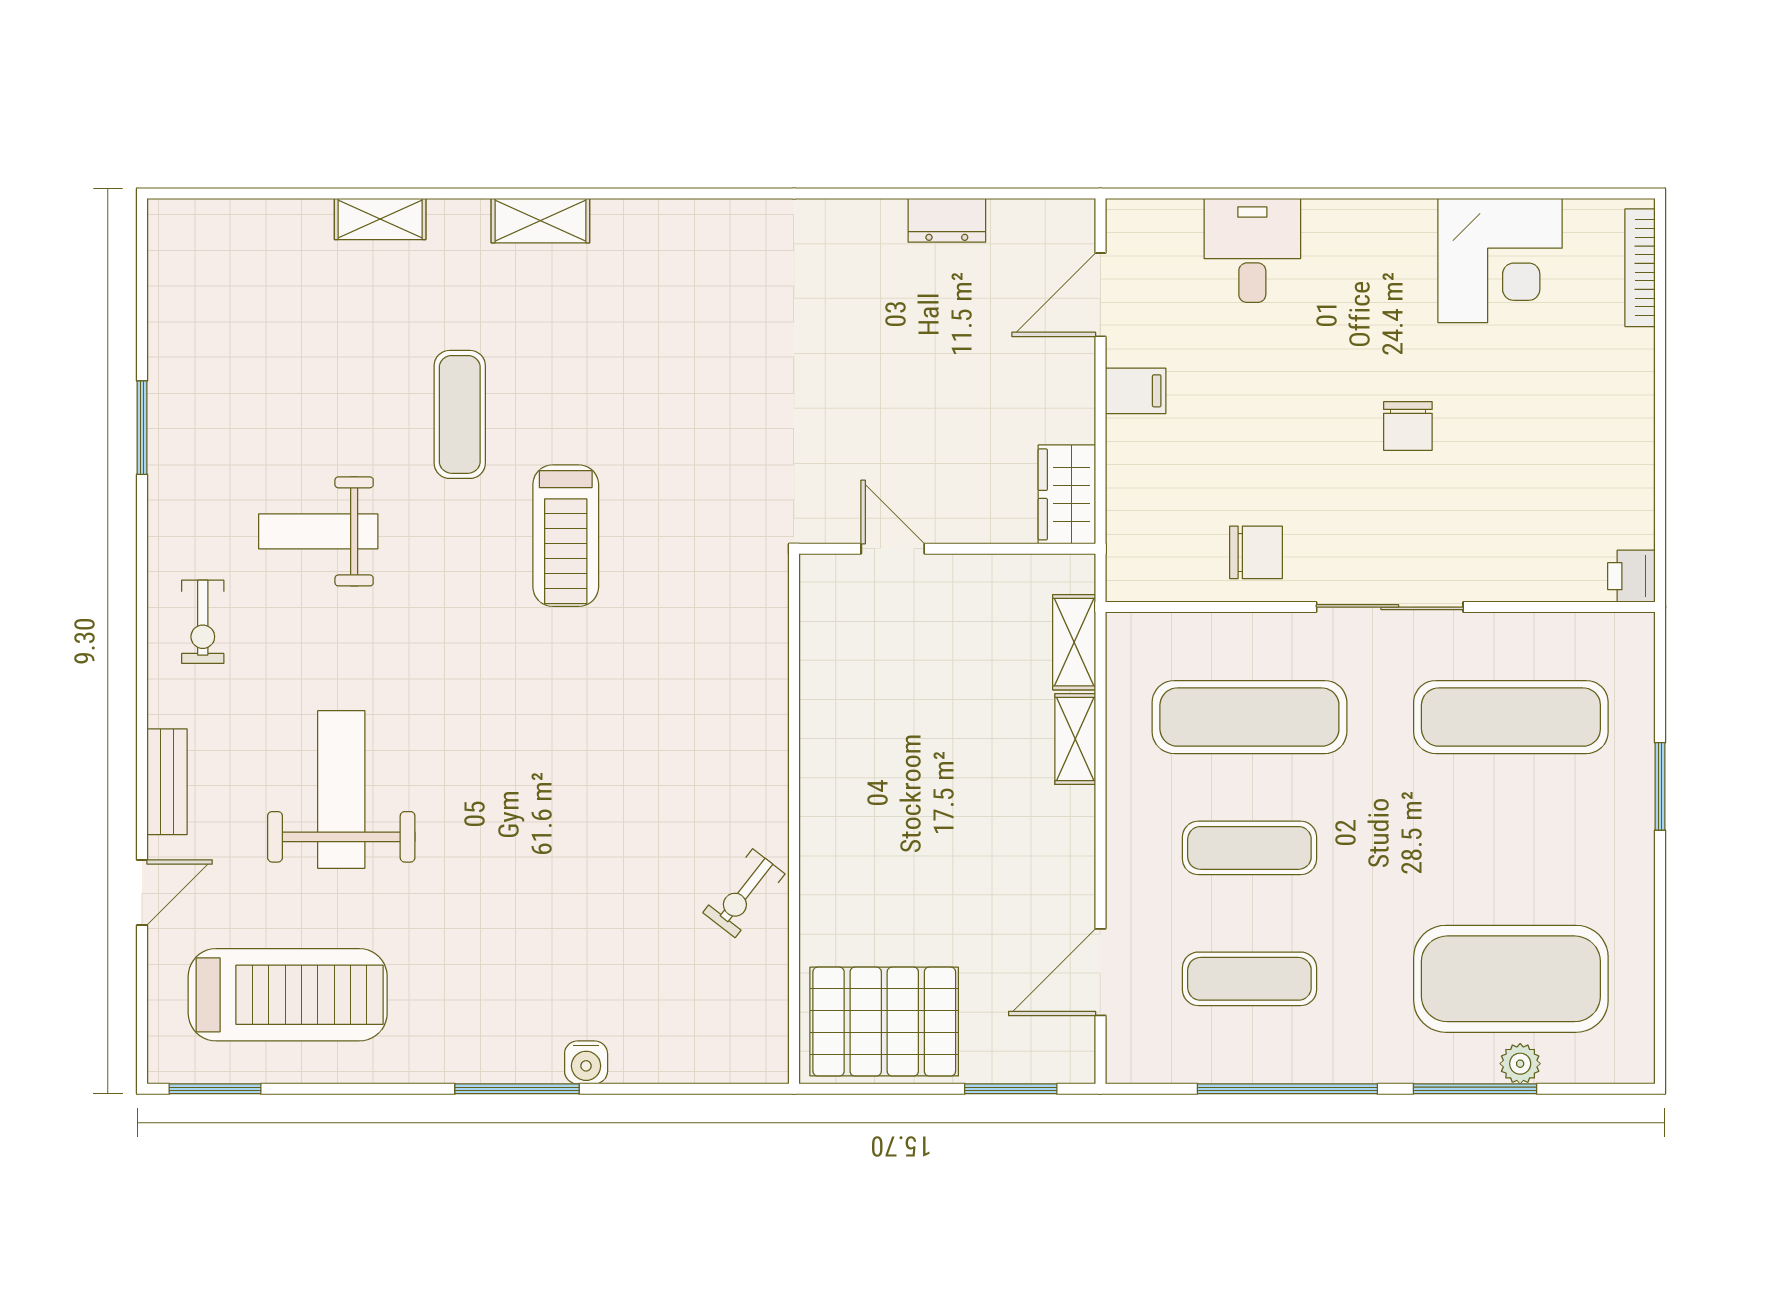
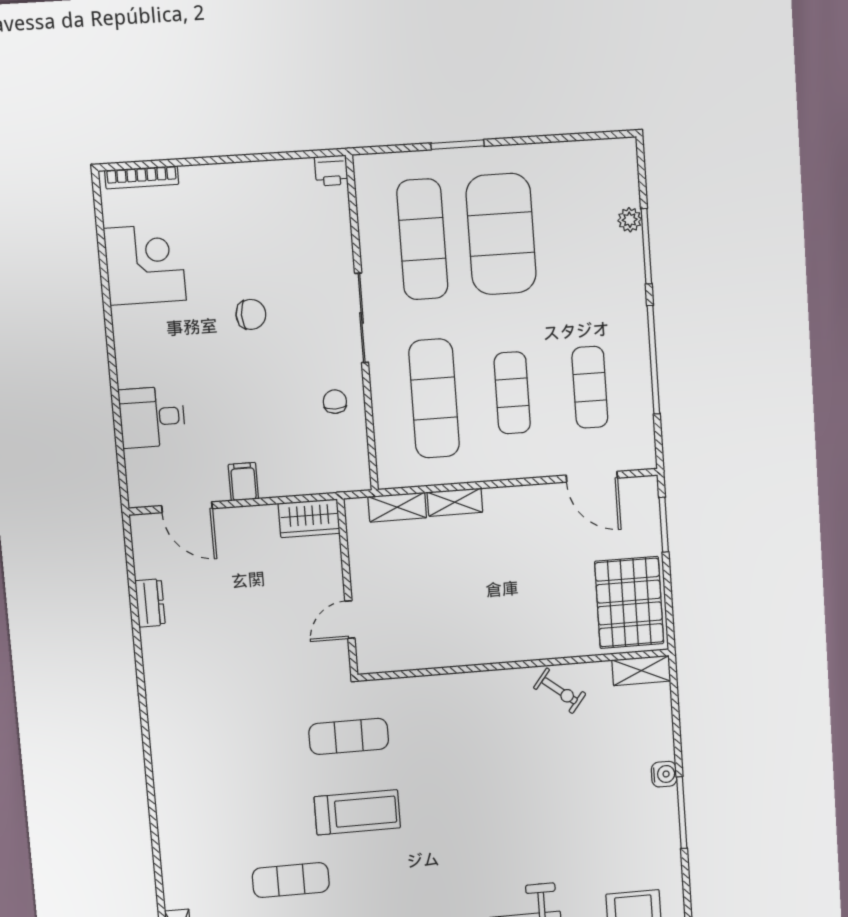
shelving: (540, 221) -> (641, 671), moved, turned 90
exercise mat: (696, 531) -> (349, 736), added
chair: (1256, 552) -> (335, 402), width x0.73, depth x0.73
exercise mat: (1511, 979) -> (501, 234), moved

